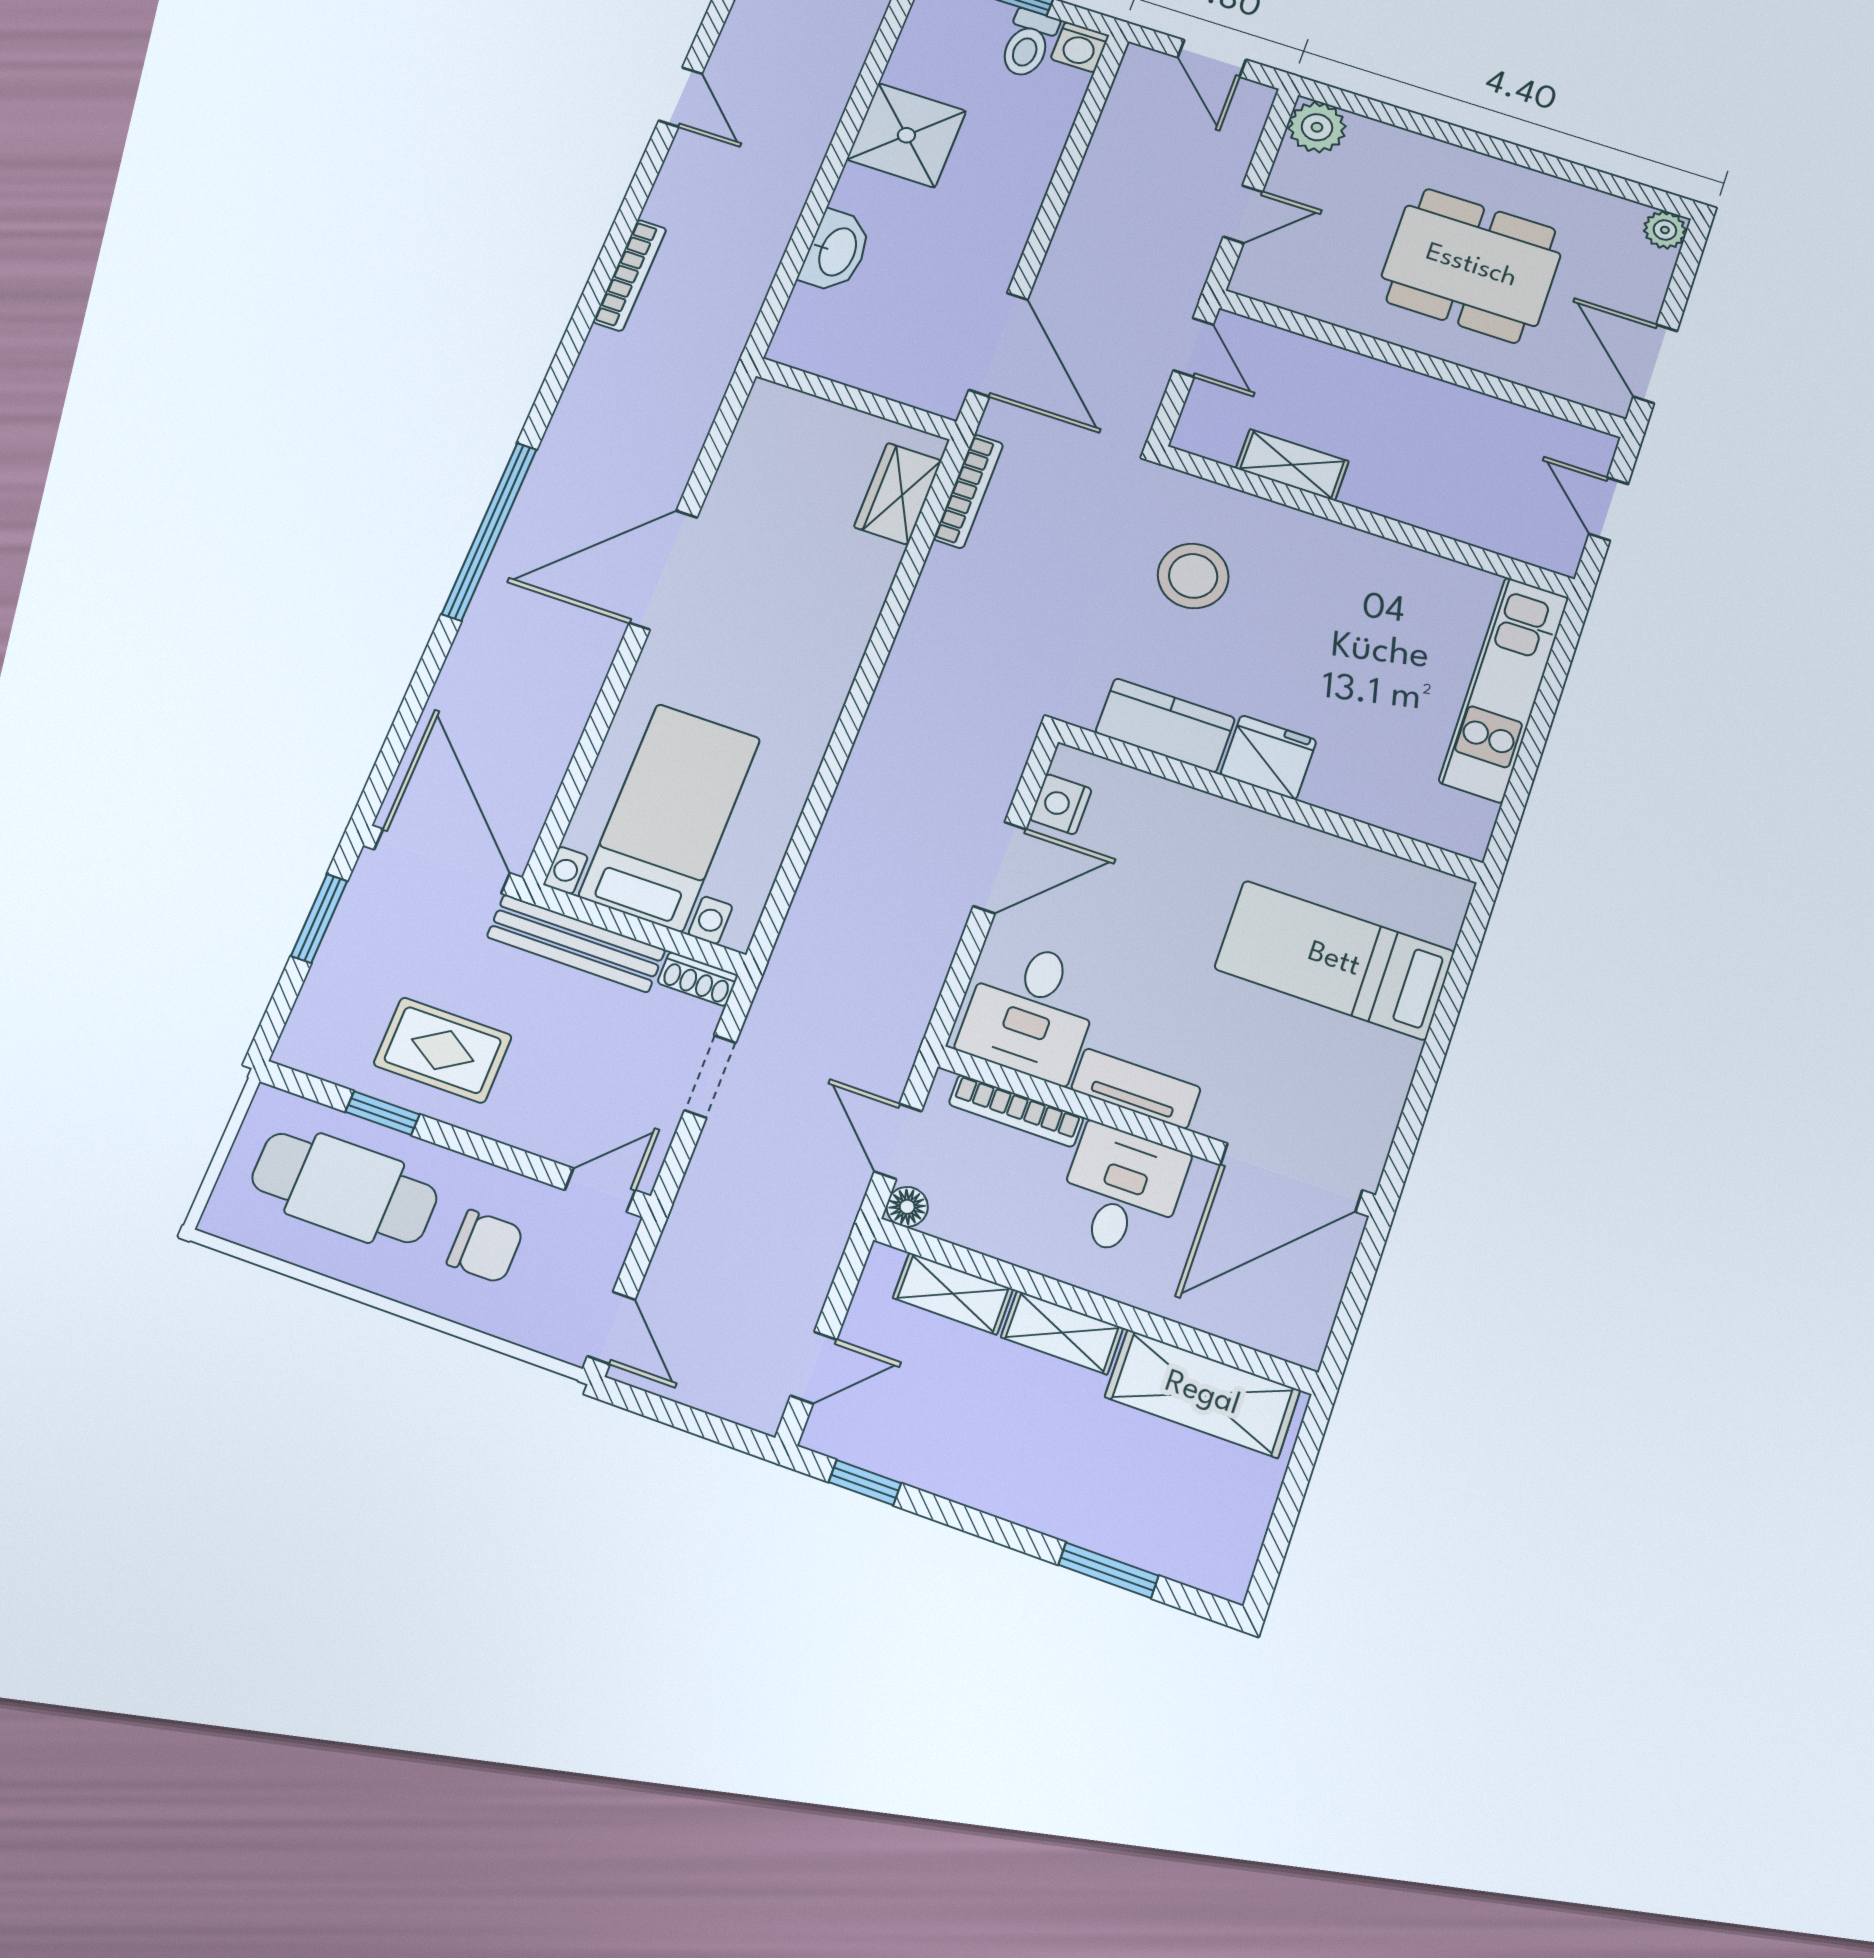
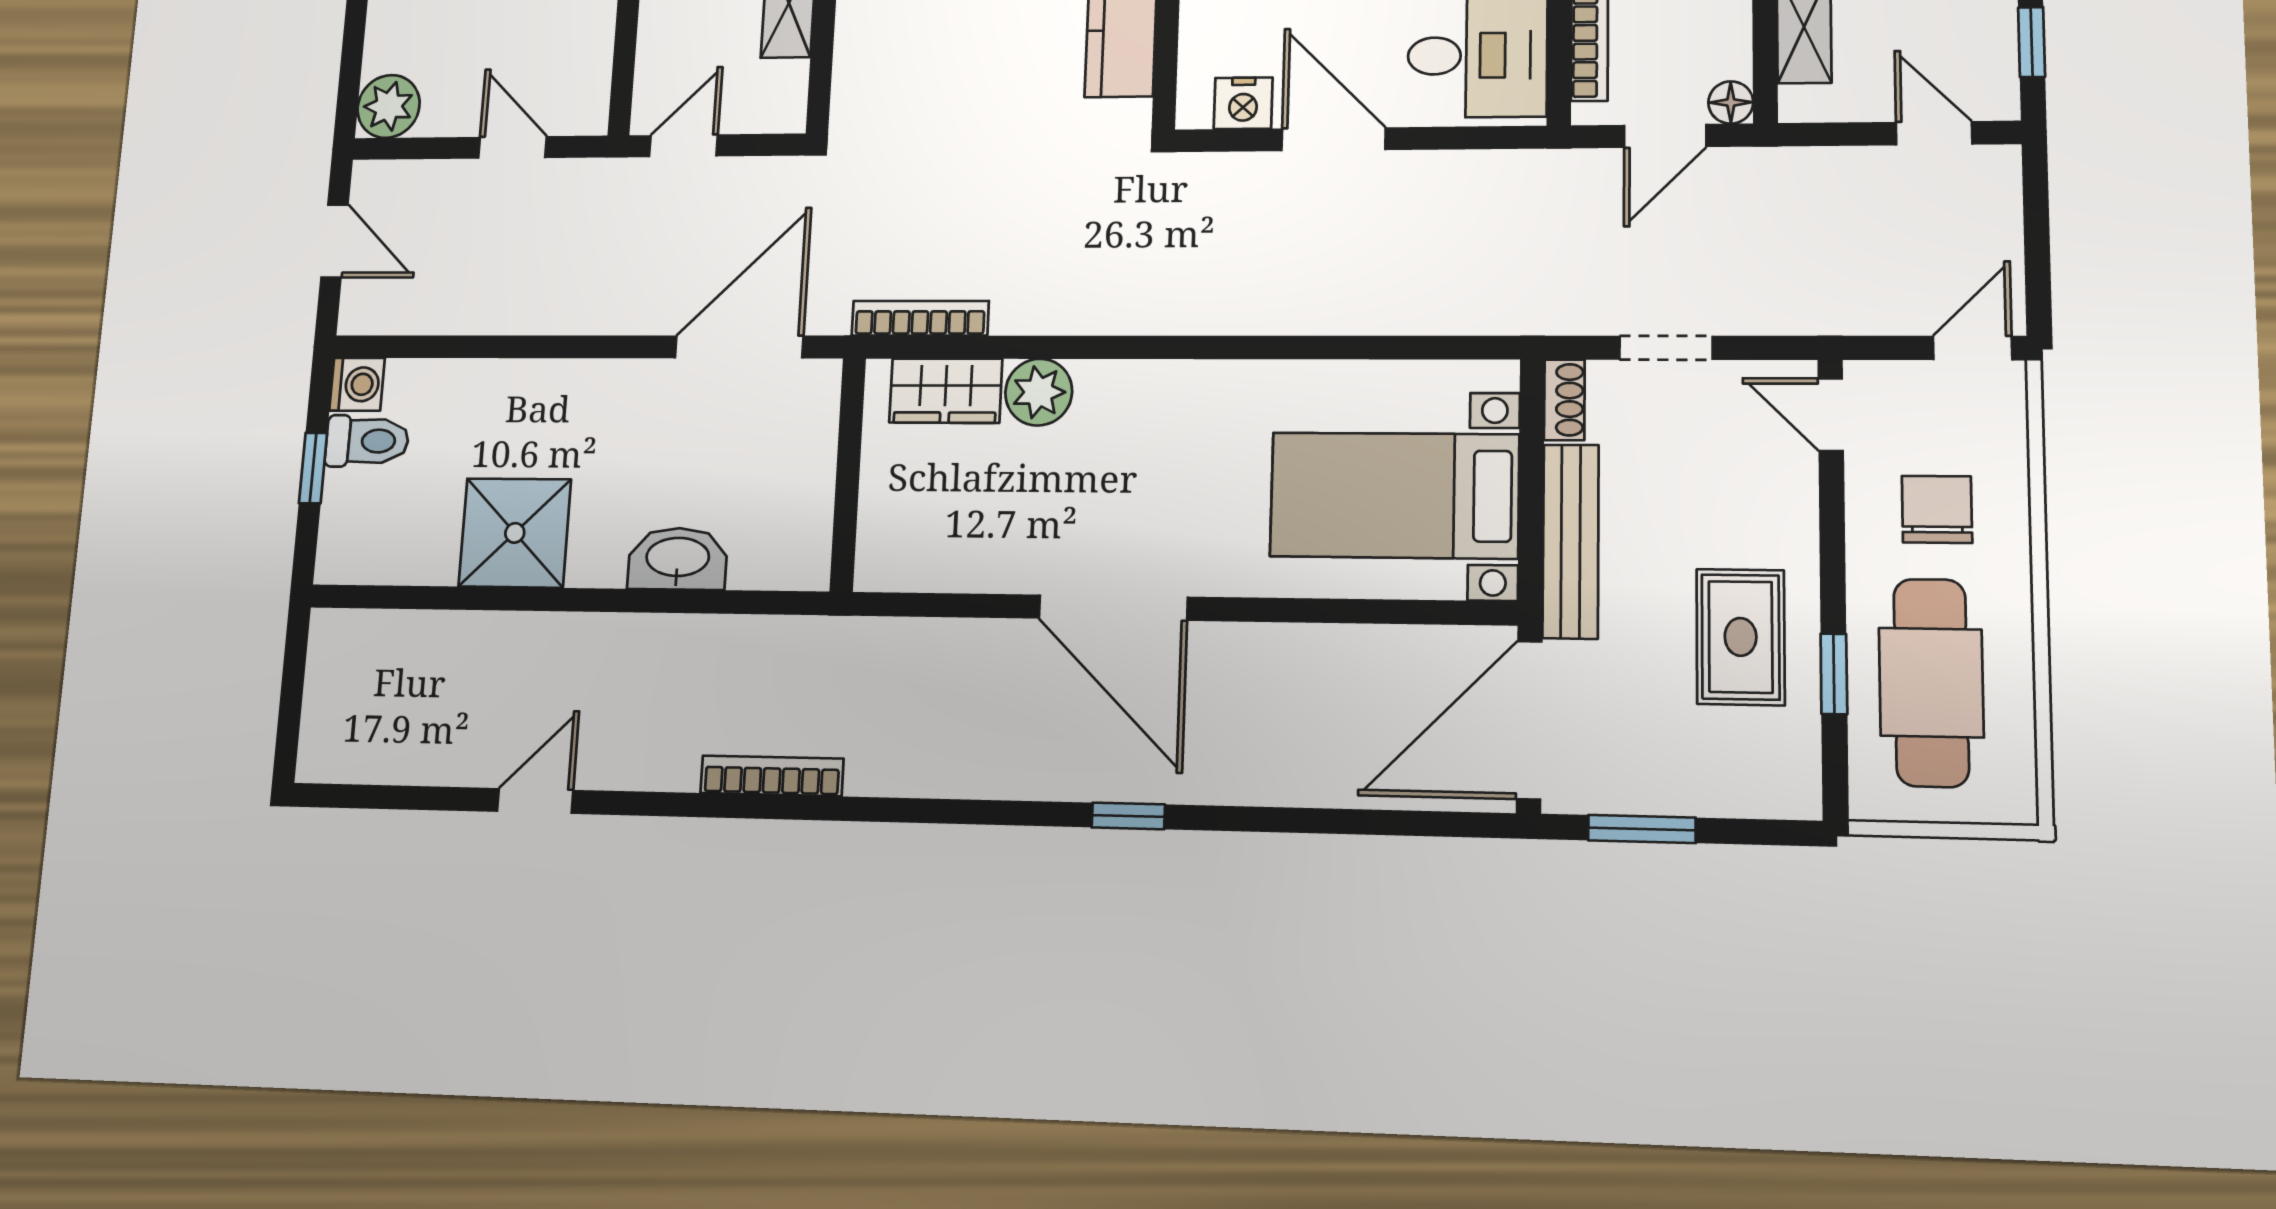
door: (1212, 58) -> (334, 241), hinge flipped
window: (489, 531) -> (1128, 816), width x0.32
plant: (868, 565) -> (1039, 392), added
stool: (1193, 576) -> (945, 59), removed

